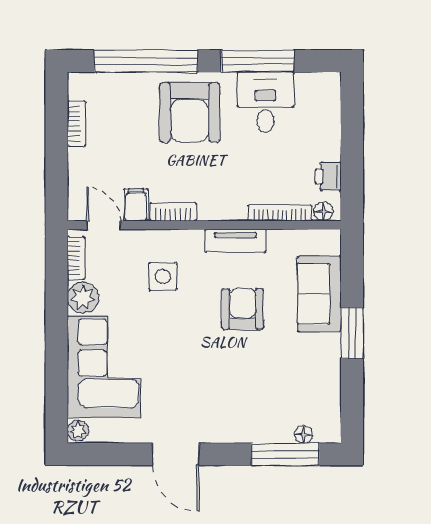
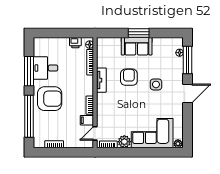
side table: (163, 276) -> (156, 84), moved
sofa: (319, 294) -> (137, 46), moved
armchair: (243, 309) -> (129, 77), turned 90
door: (176, 454) -> (188, 93), moved

